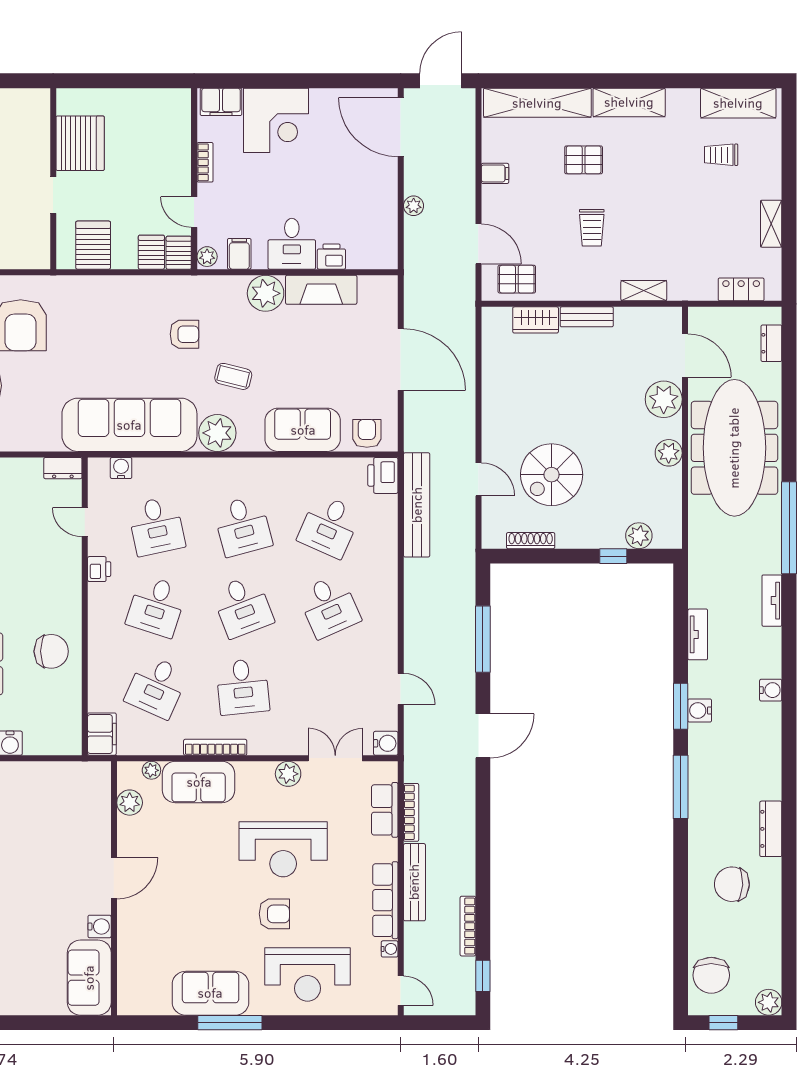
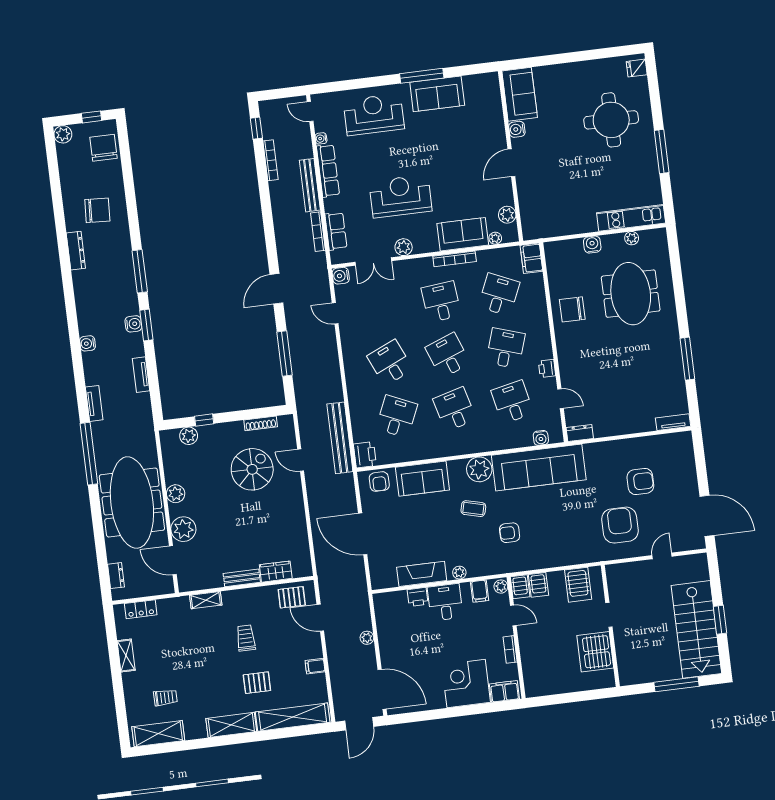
plant: (266, 293) -> (459, 573), width x0.53, depth x0.53
armchair: (274, 914) -> (401, 152), removed

